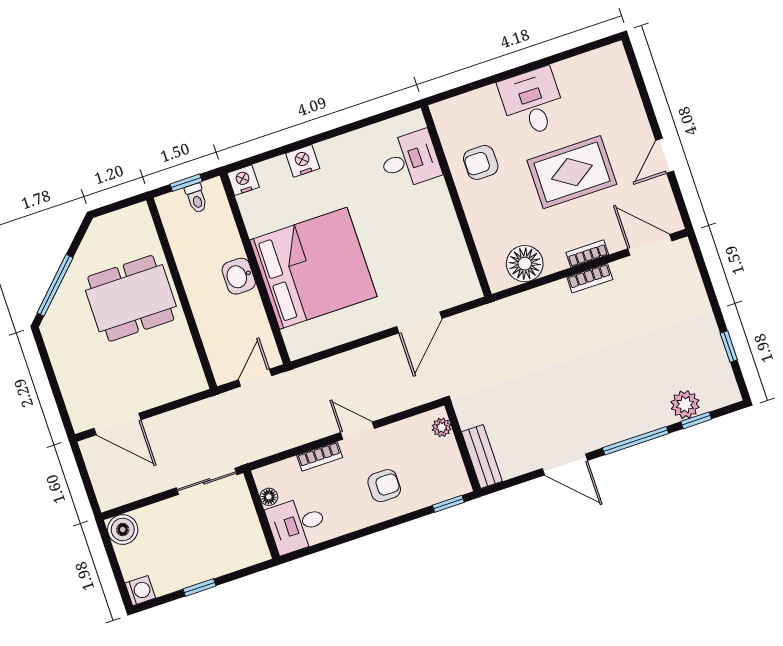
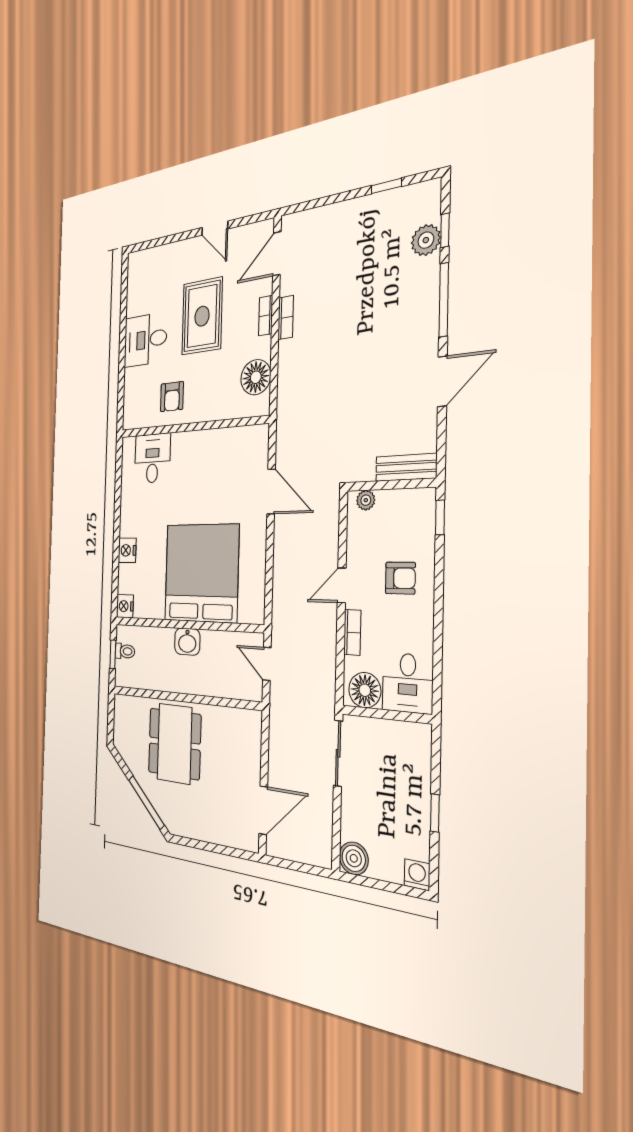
armchair: (384, 486) -> (400, 578), turned 90
floor lamp: (269, 497) -> (365, 690), width x1.89, depth x1.89

